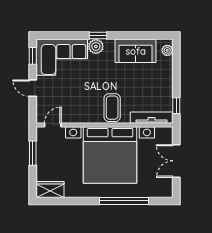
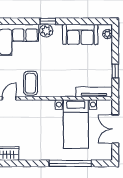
window: (176, 106) -> (115, 71), moved
coffee table: (112, 108) -> (31, 83), moved
bed with nightstands: (110, 155) -> (76, 124), width x0.54

